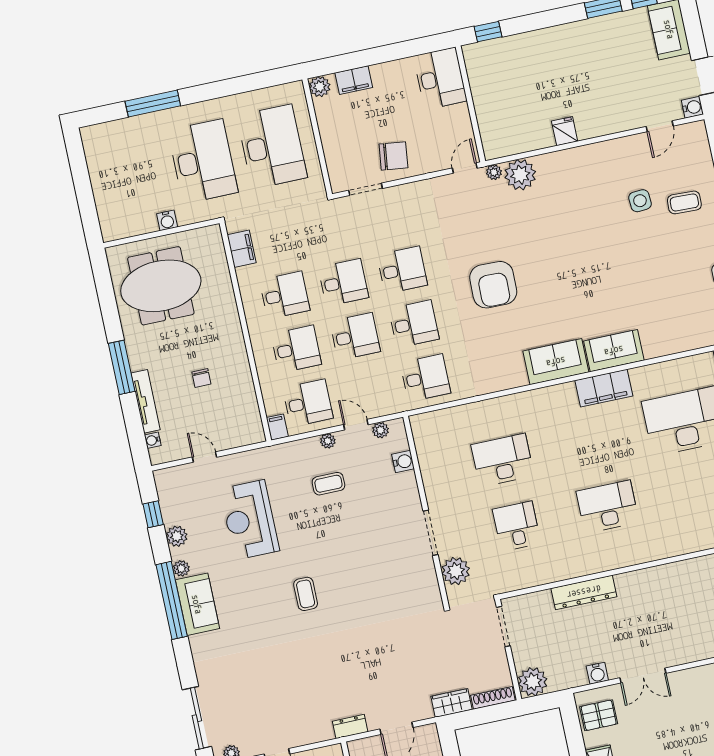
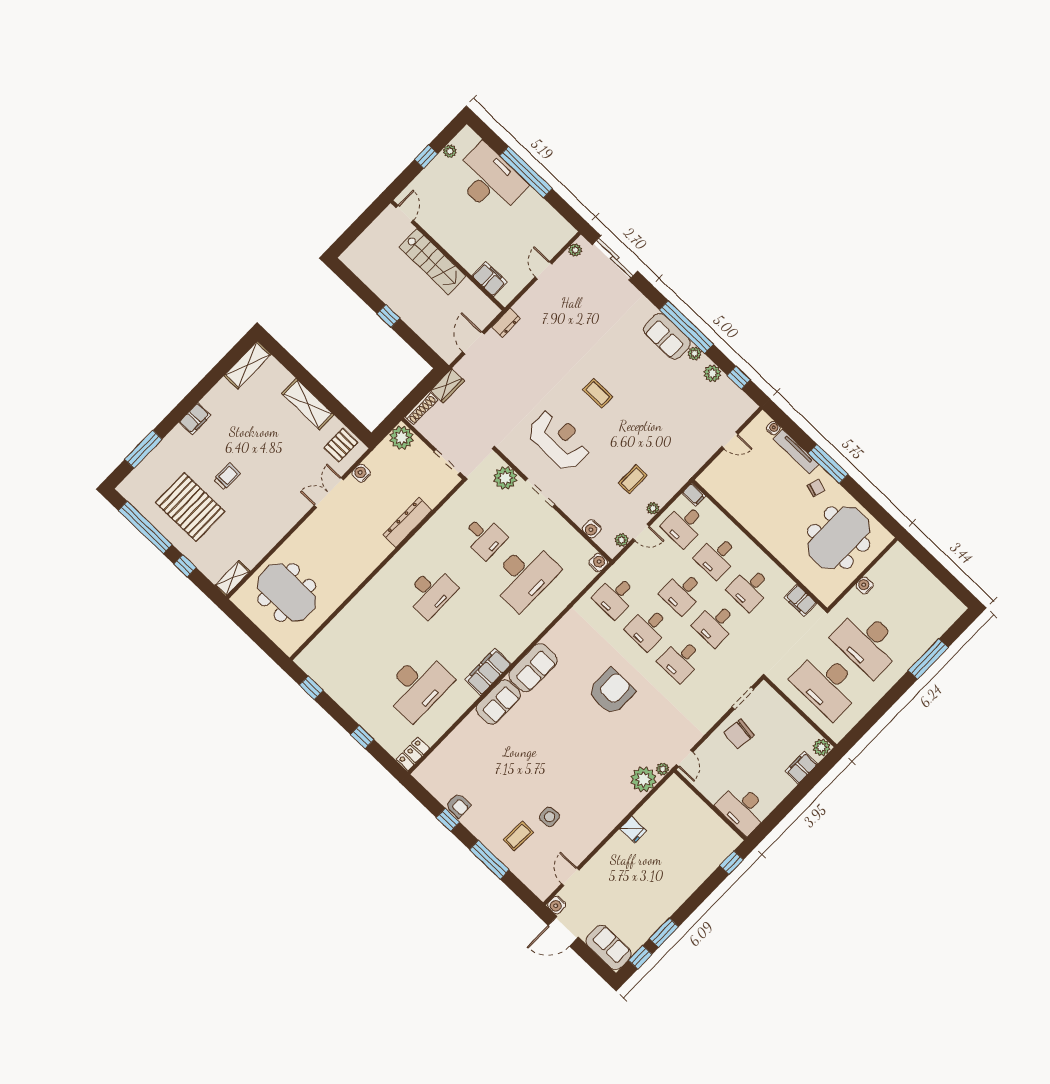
armchair: (493, 285) -> (611, 692), turned 89
chair: (201, 378) -> (816, 488), moved, turned 108
water cooler: (419, 423) -> (598, 563), added
desk: (502, 460) -> (524, 576), width x1.36, depth x1.30
reception desk: (250, 520) -> (559, 440), moved

